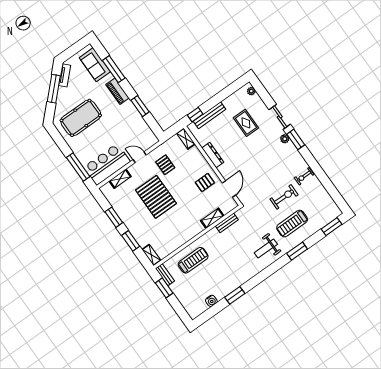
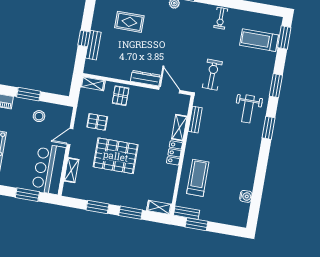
window: (195, 115) -> (84, 39), moved
bench: (210, 115) -> (93, 45), width x0.73
stool: (133, 126) -> (39, 116), added
dresser: (213, 155) -> (146, 78), moved
window: (78, 167) -> (27, 195), width x0.69
pallet: (205, 183) -> (121, 96), moved
exercise bike: (284, 197) -> (212, 75), moved
treadmill: (292, 224) -> (259, 40), moved, turned 90
locker: (194, 231) -> (174, 153), added
window: (235, 295) -> (269, 128), moved

